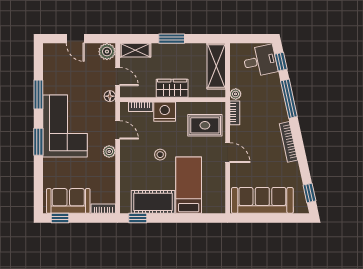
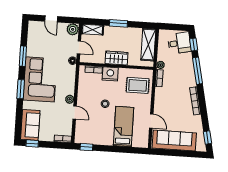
door: (118, 130) -> (75, 113), moved
door: (228, 153) -> (151, 121), moved
sofa: (68, 201) -> (30, 125), moved, turned 90
cot: (153, 202) -> (98, 137), removed

